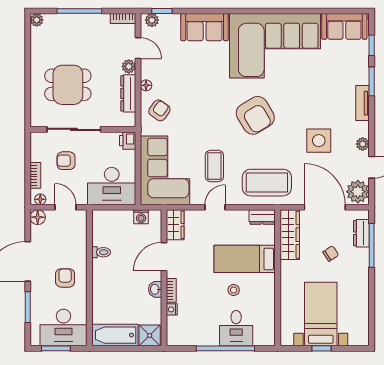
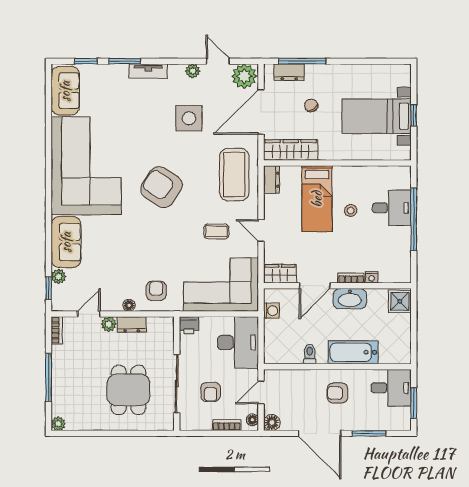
plant: (152, 20) -> (59, 276), moved
dresser: (128, 93) -> (132, 325), width x0.70
armchair: (159, 110) -> (156, 291), turned 55
armchair: (255, 115) -> (162, 187), turned -115
coffee table: (214, 166) -> (216, 231), width x0.73, depth x0.77
door: (164, 257) -> (315, 286), hinge flipped
washbasin: (155, 289) -> (350, 299), width x1.91, depth x1.45
desk: (63, 328) -> (391, 388), width x0.73
bathtub: (115, 335) -> (353, 352), moved, turned 90

